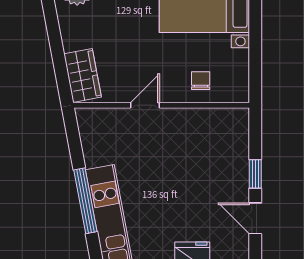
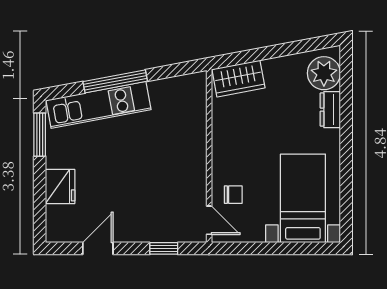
door: (145, 105) -> (209, 220), moved
window: (255, 174) -> (164, 248), moved

